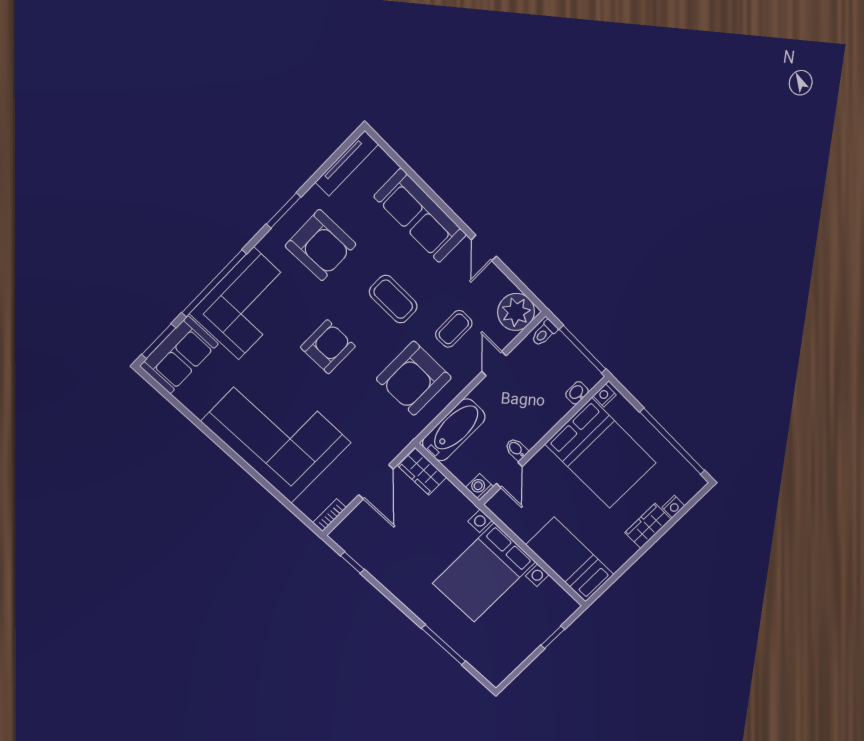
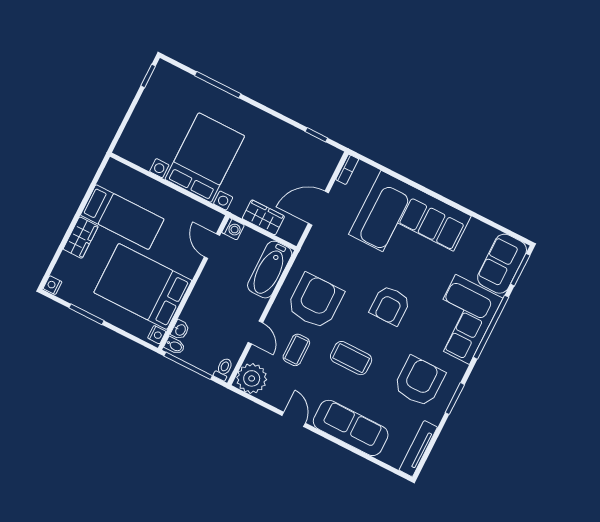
armchair: (321, 245) -> (419, 382), turned 91
window: (673, 441) -> (87, 314), width x0.47
bidet: (516, 449) -> (175, 346), moved
wardrobe: (422, 472) -> (263, 217), moved
door: (376, 482) -> (318, 208), hinge flipped
nightstand: (673, 507) -> (53, 285), moved
bed: (570, 560) -> (122, 217), moved
window: (553, 637) -> (148, 76), moved

